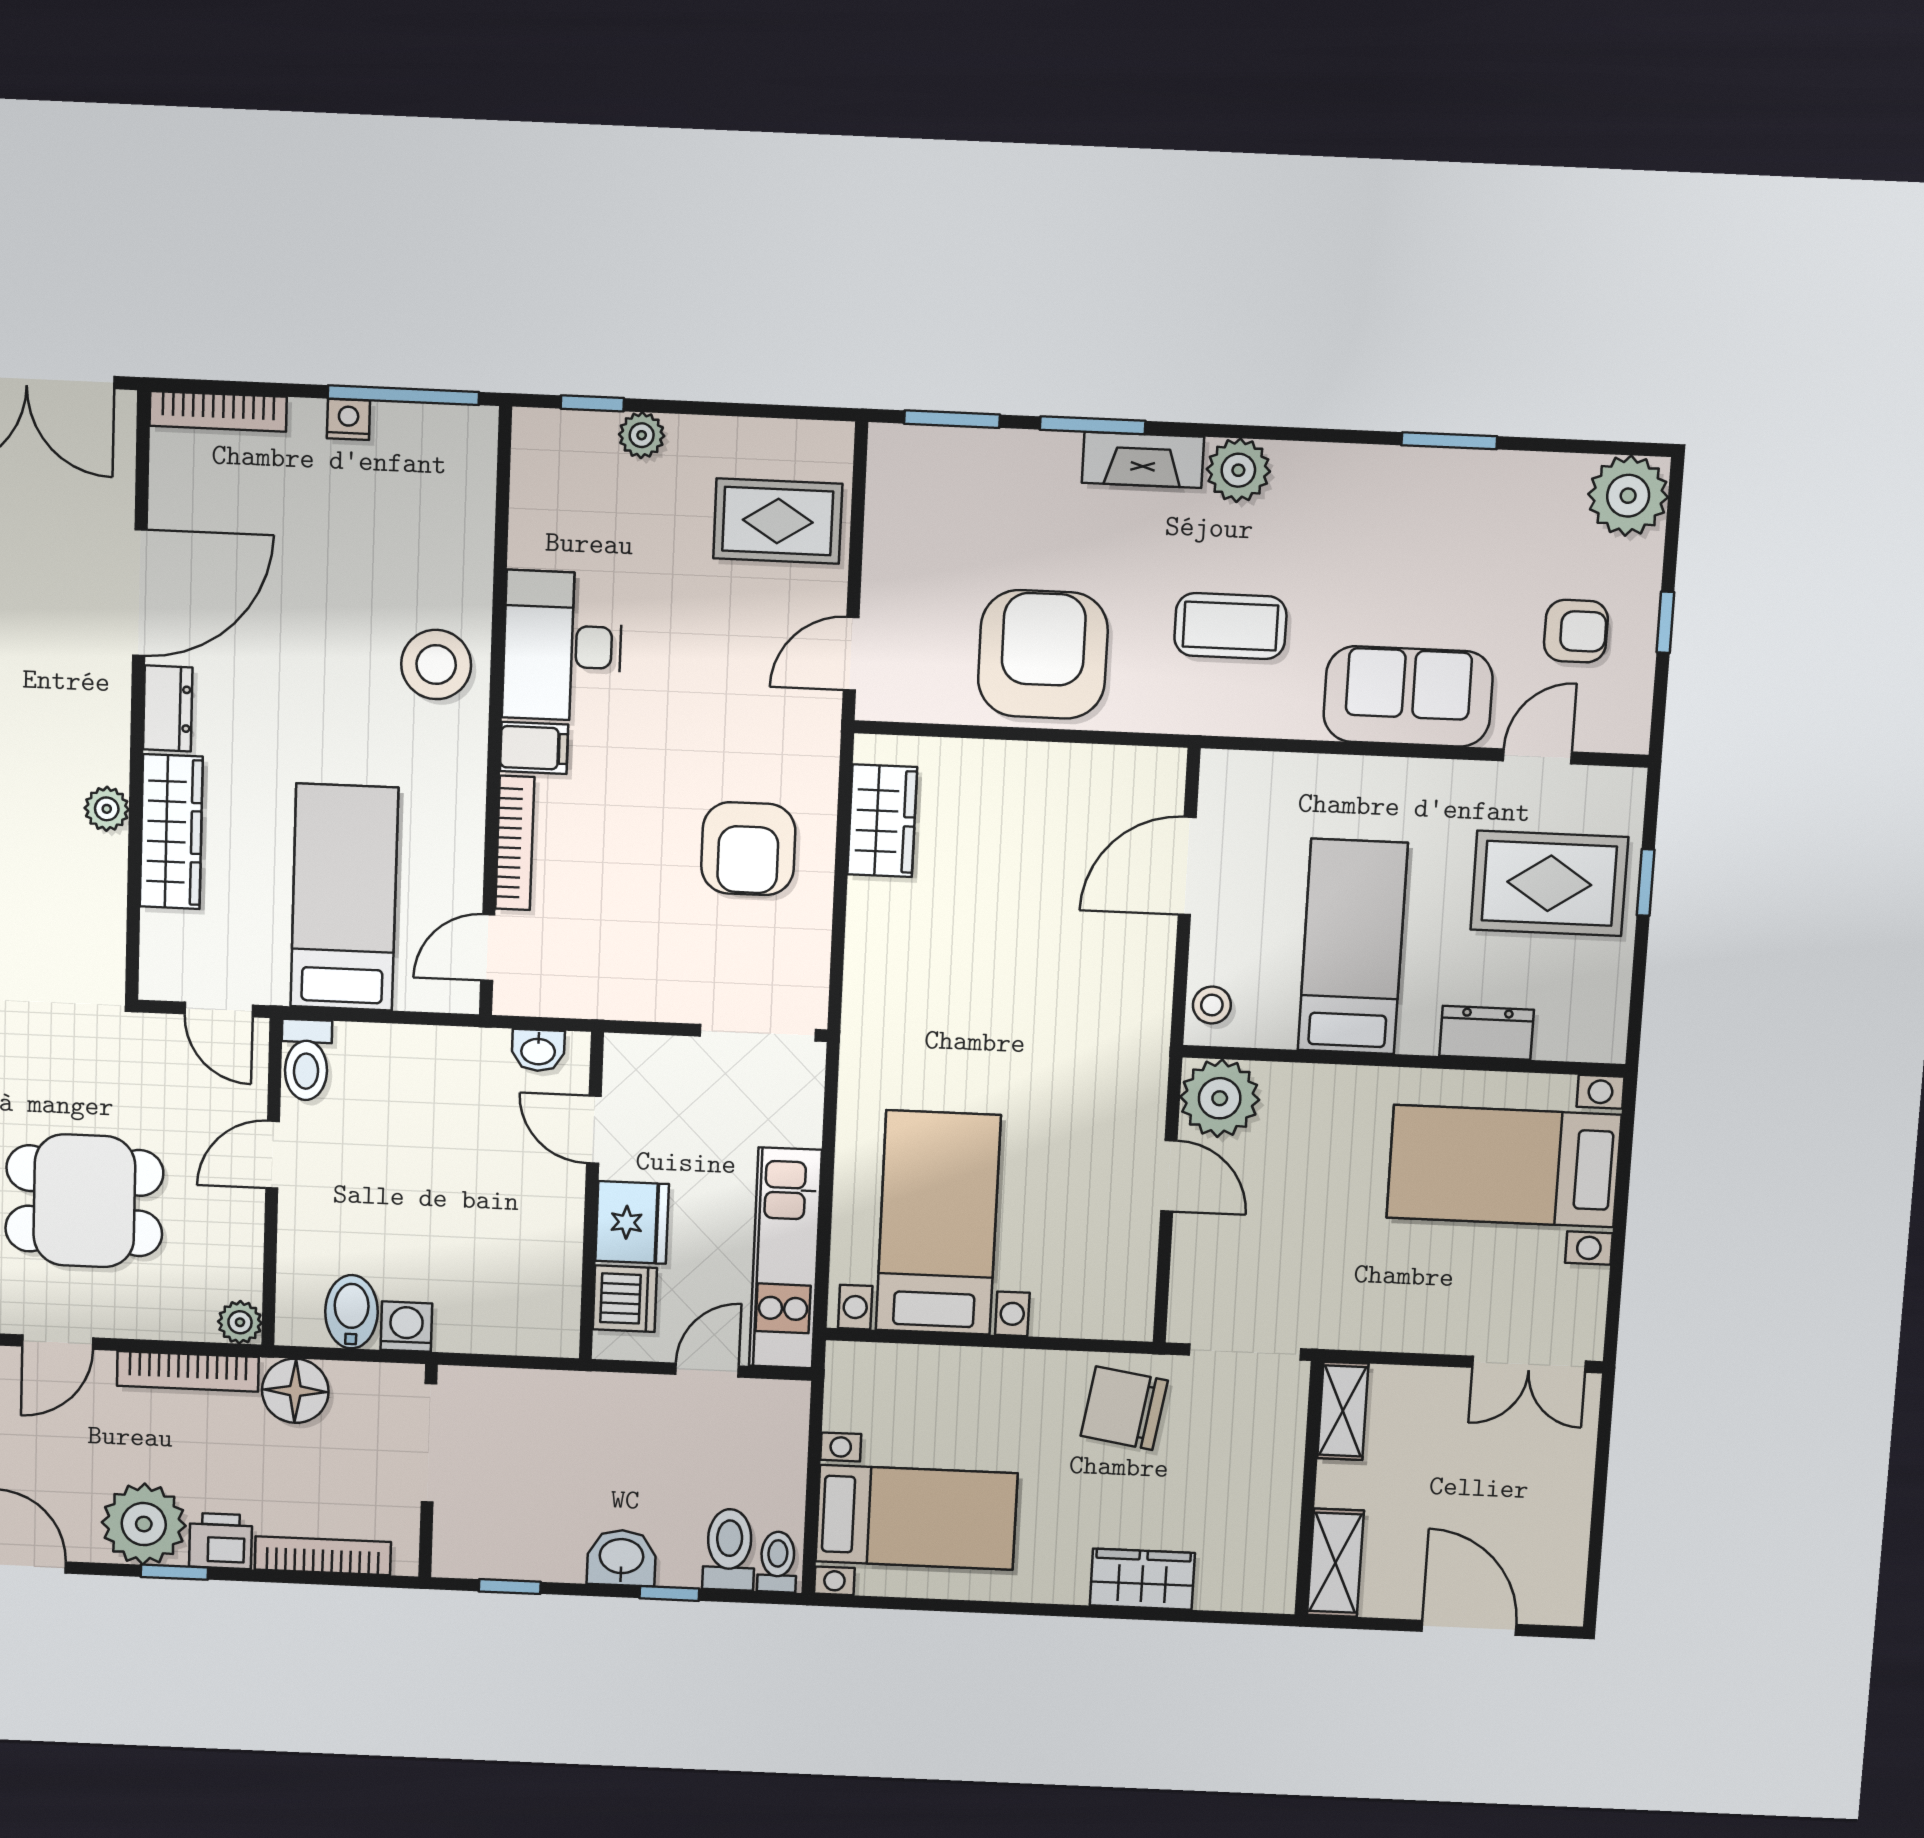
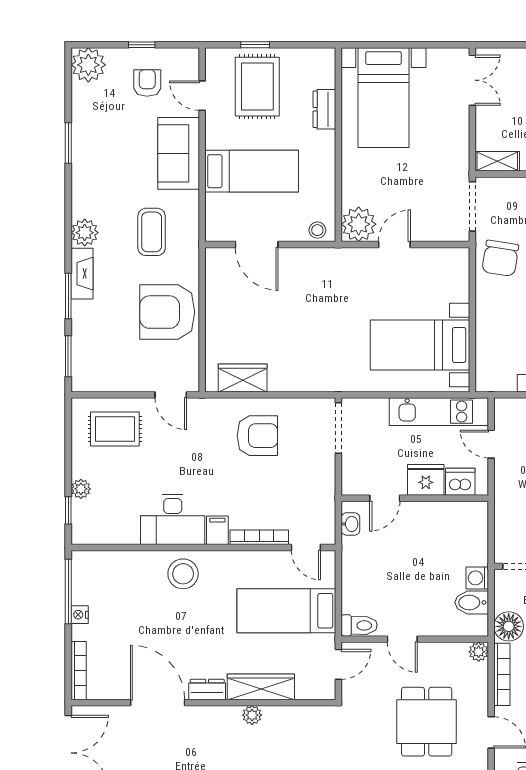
rug: (778, 521) -> (115, 429), turned 90
bed: (1353, 947) -> (252, 171), moved, turned 180

